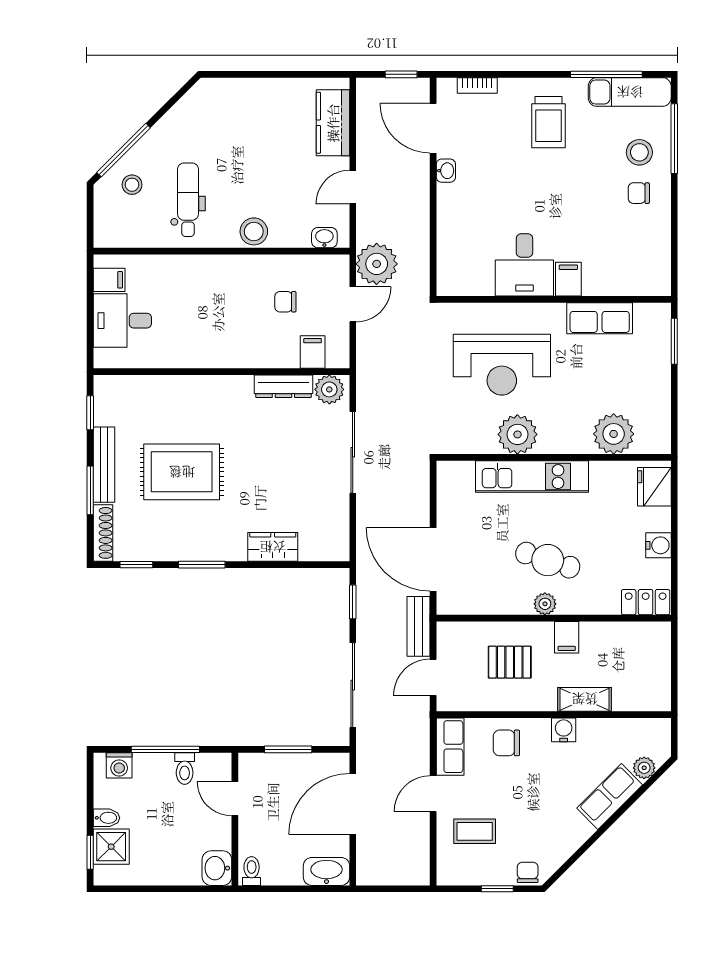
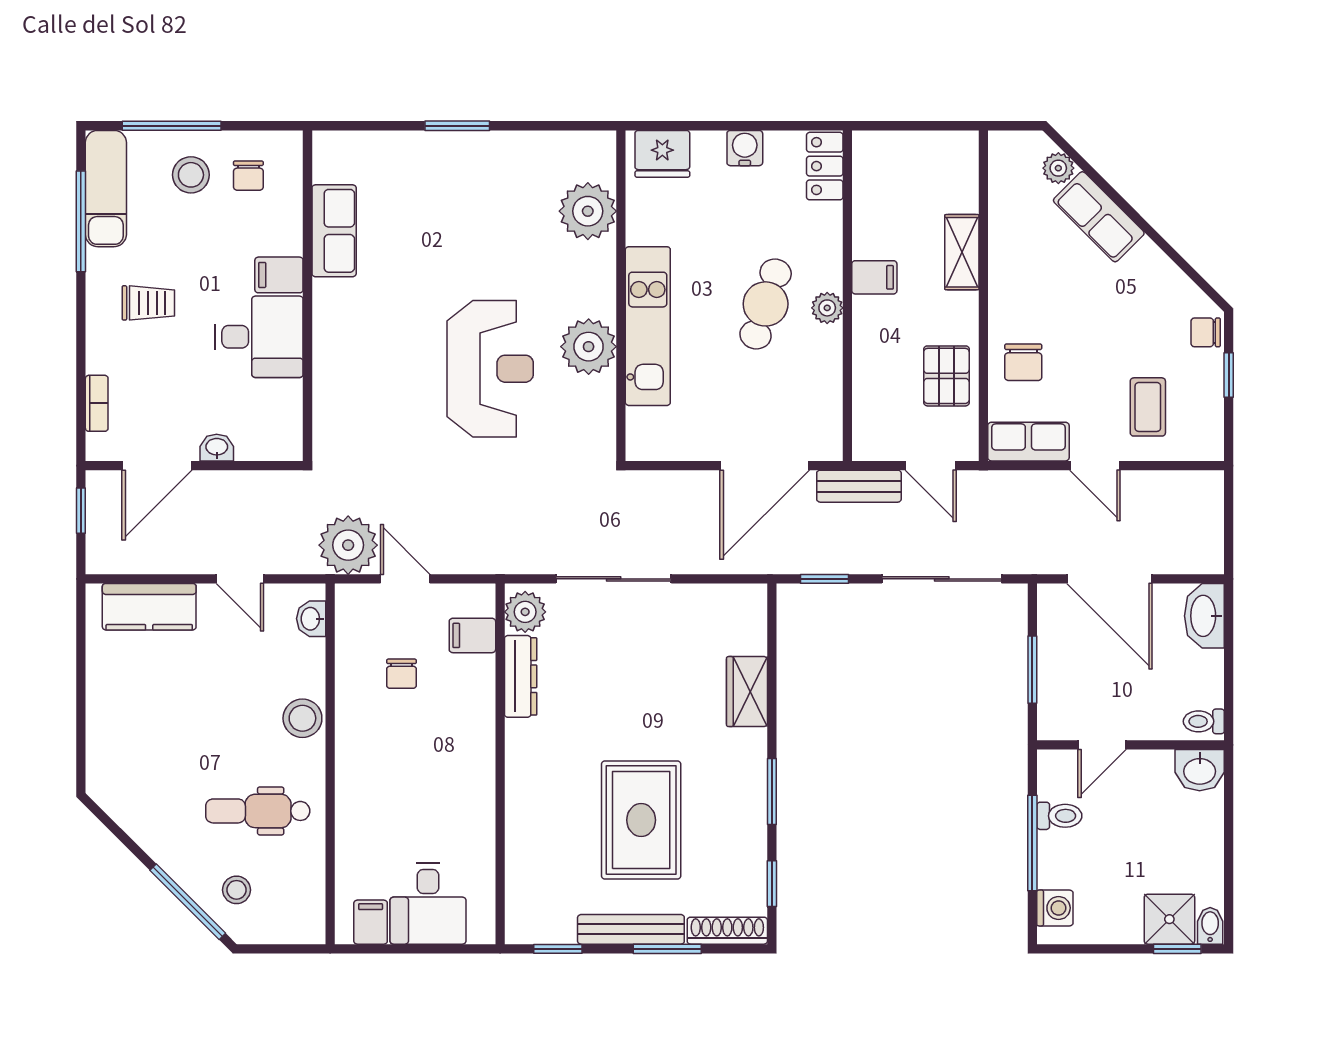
trolley: (548, 122) -> (148, 303), width x0.73, depth x0.72
desk: (524, 265) -> (259, 337), moved
filing cabinet: (568, 279) -> (279, 275), moved
wall: (554, 299) -> (307, 296), moved
row of seats: (600, 318) -> (334, 231), moved
pallet: (510, 662) -> (946, 376), moved
water cooler: (564, 730) -> (1005, 282), removed
bidet: (107, 818) -> (1210, 926), moved

